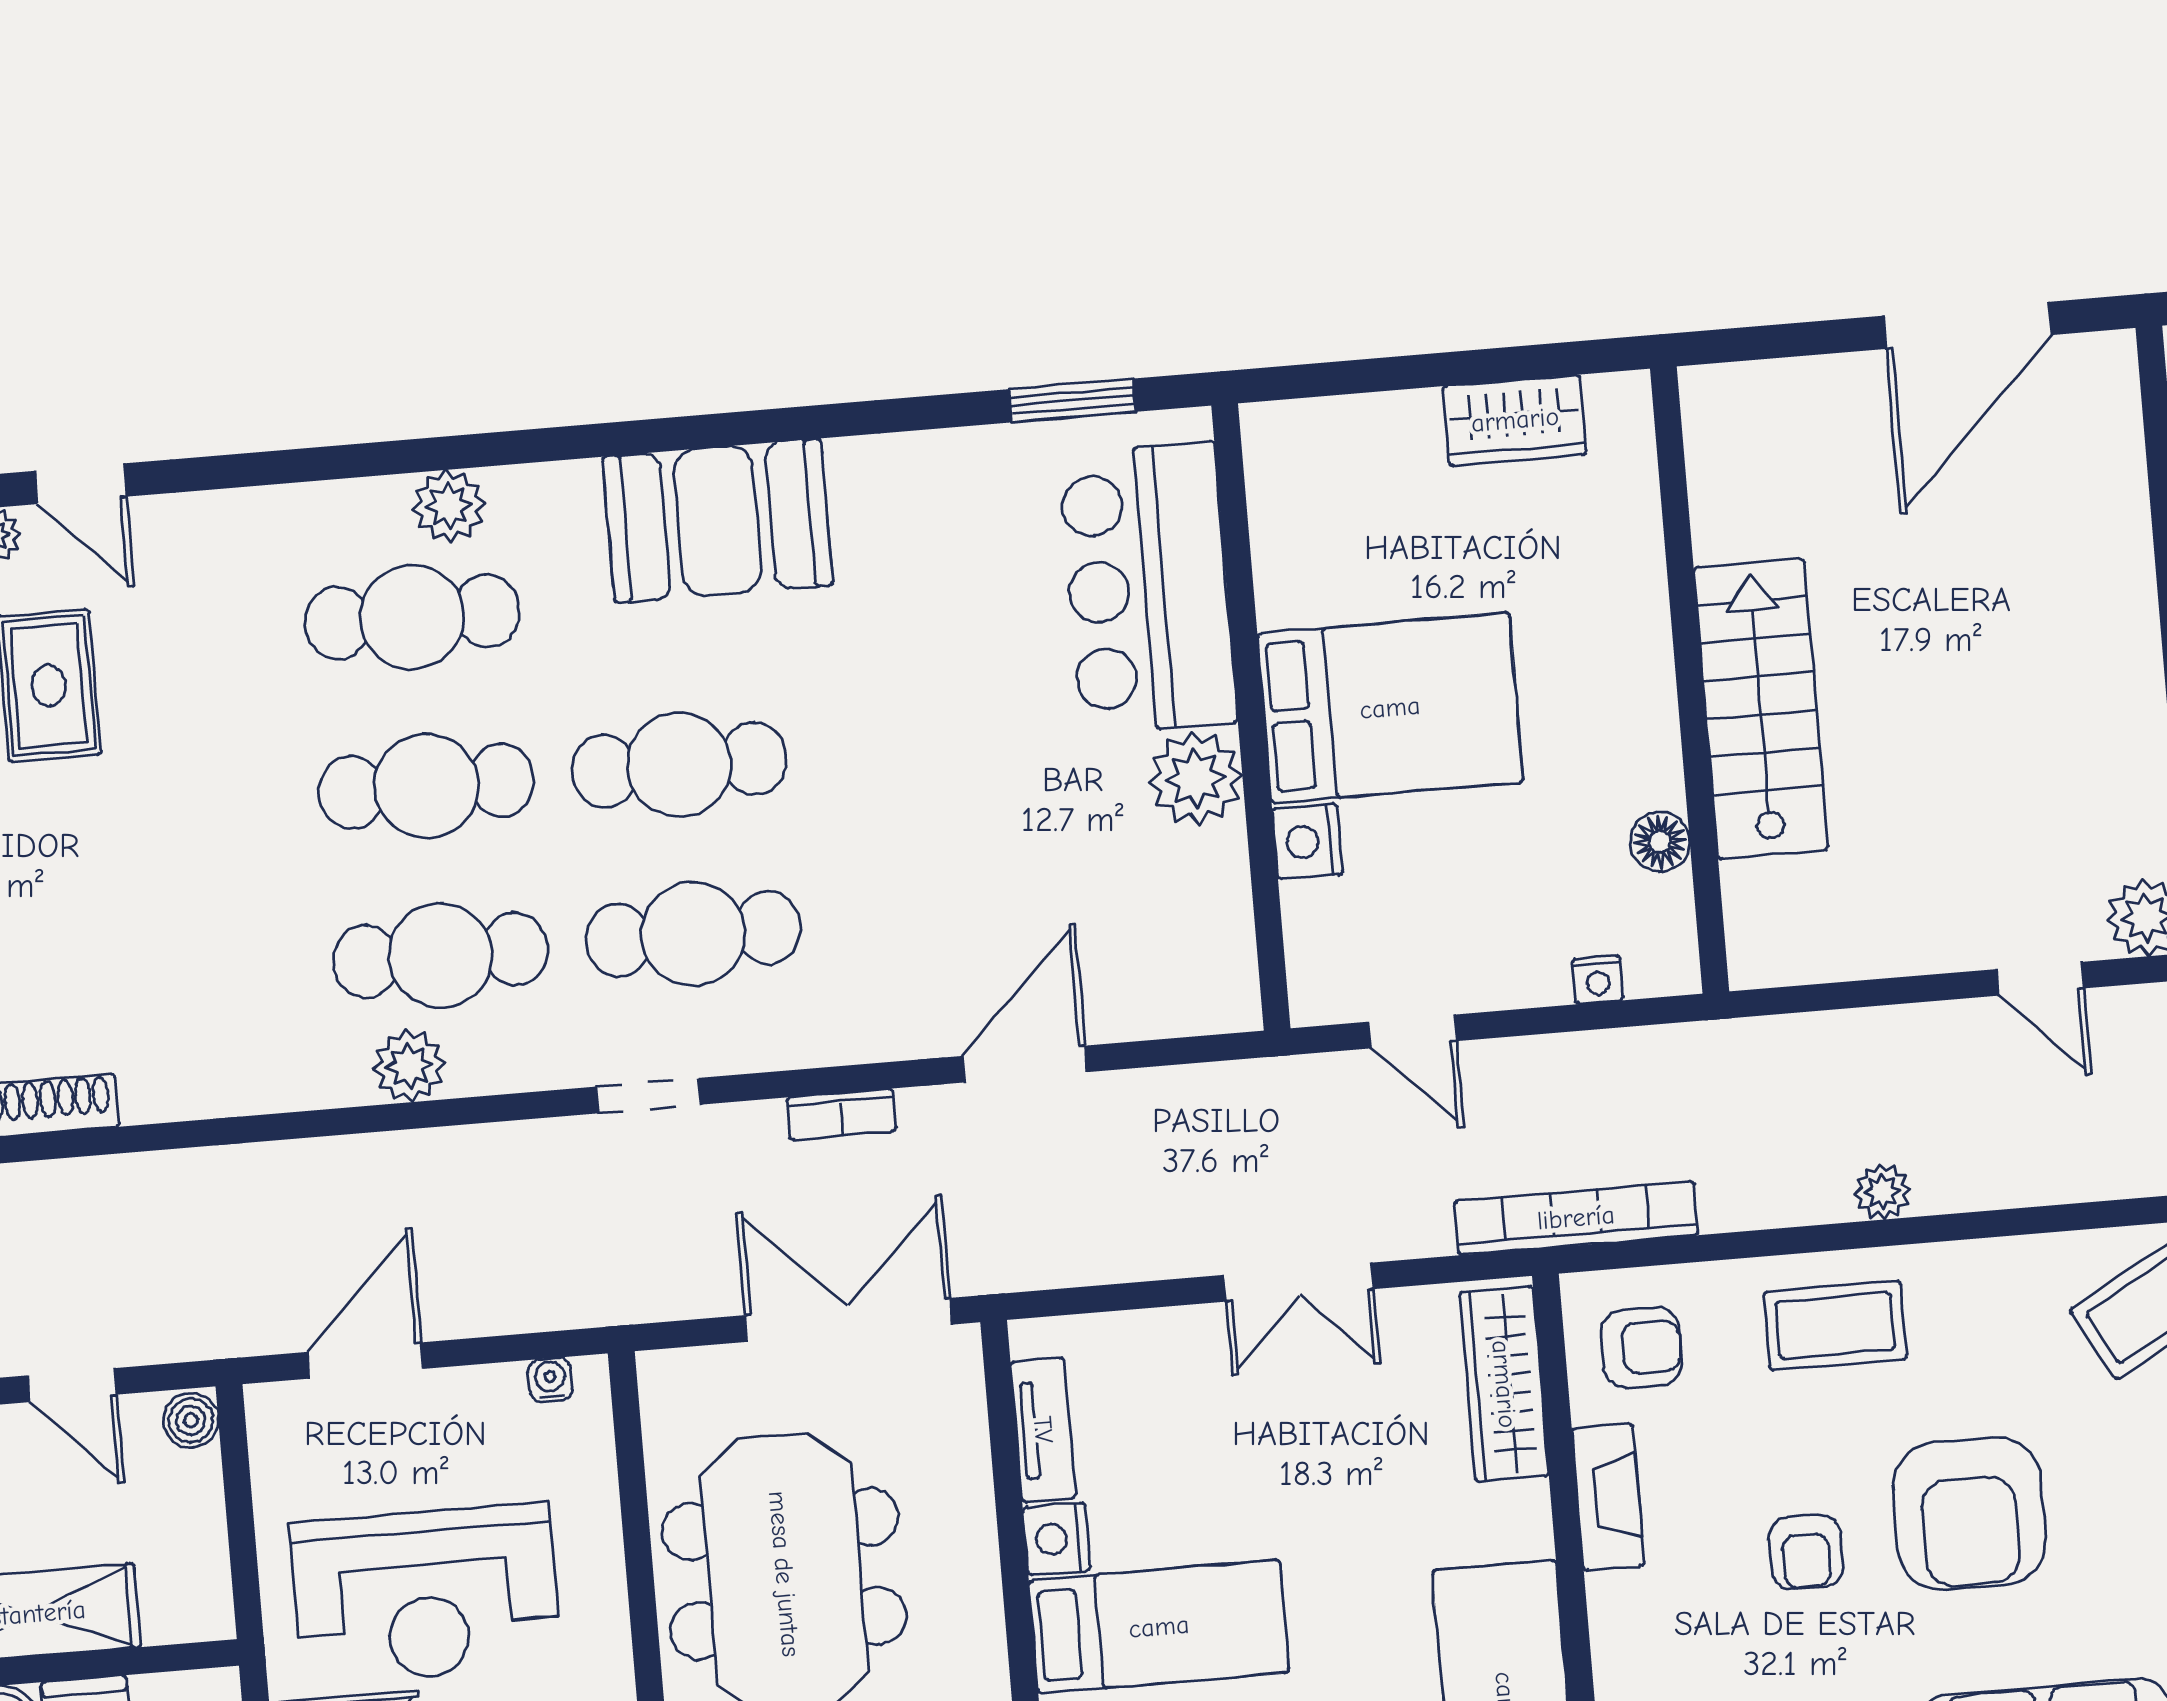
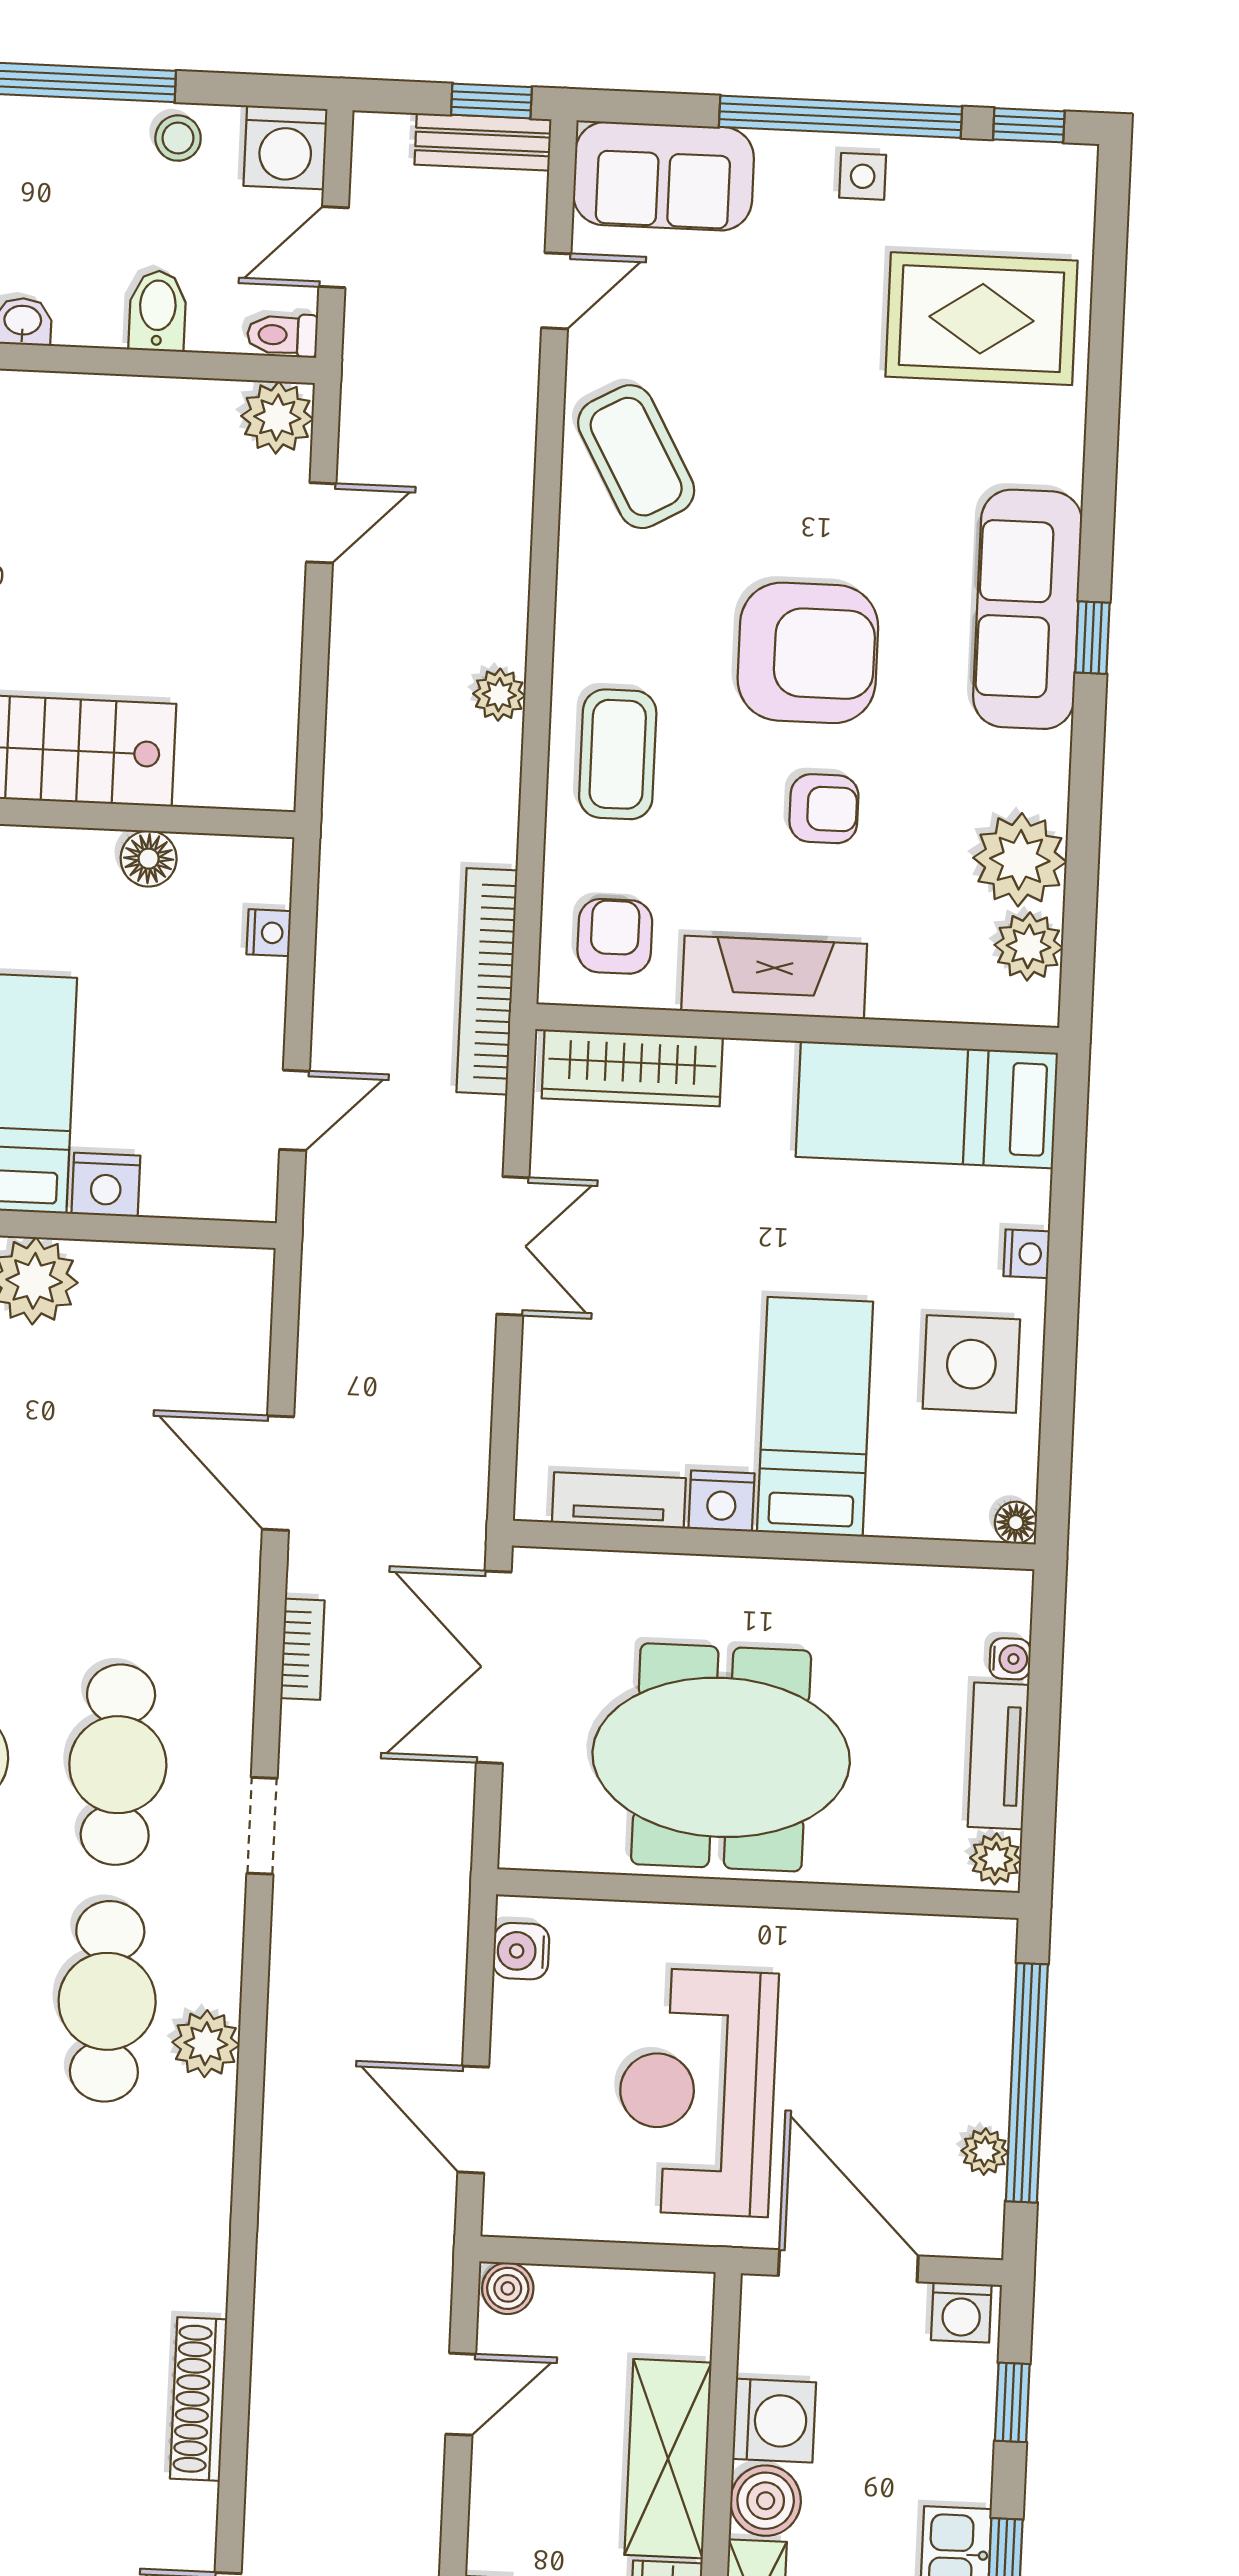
water cooler: (550, 1380) -> (521, 1951), width x1.38, depth x1.38
fireplace: (1608, 1497) -> (774, 977), width x1.37, depth x1.32
reception desk: (425, 1594) -> (697, 2092), turned 180

